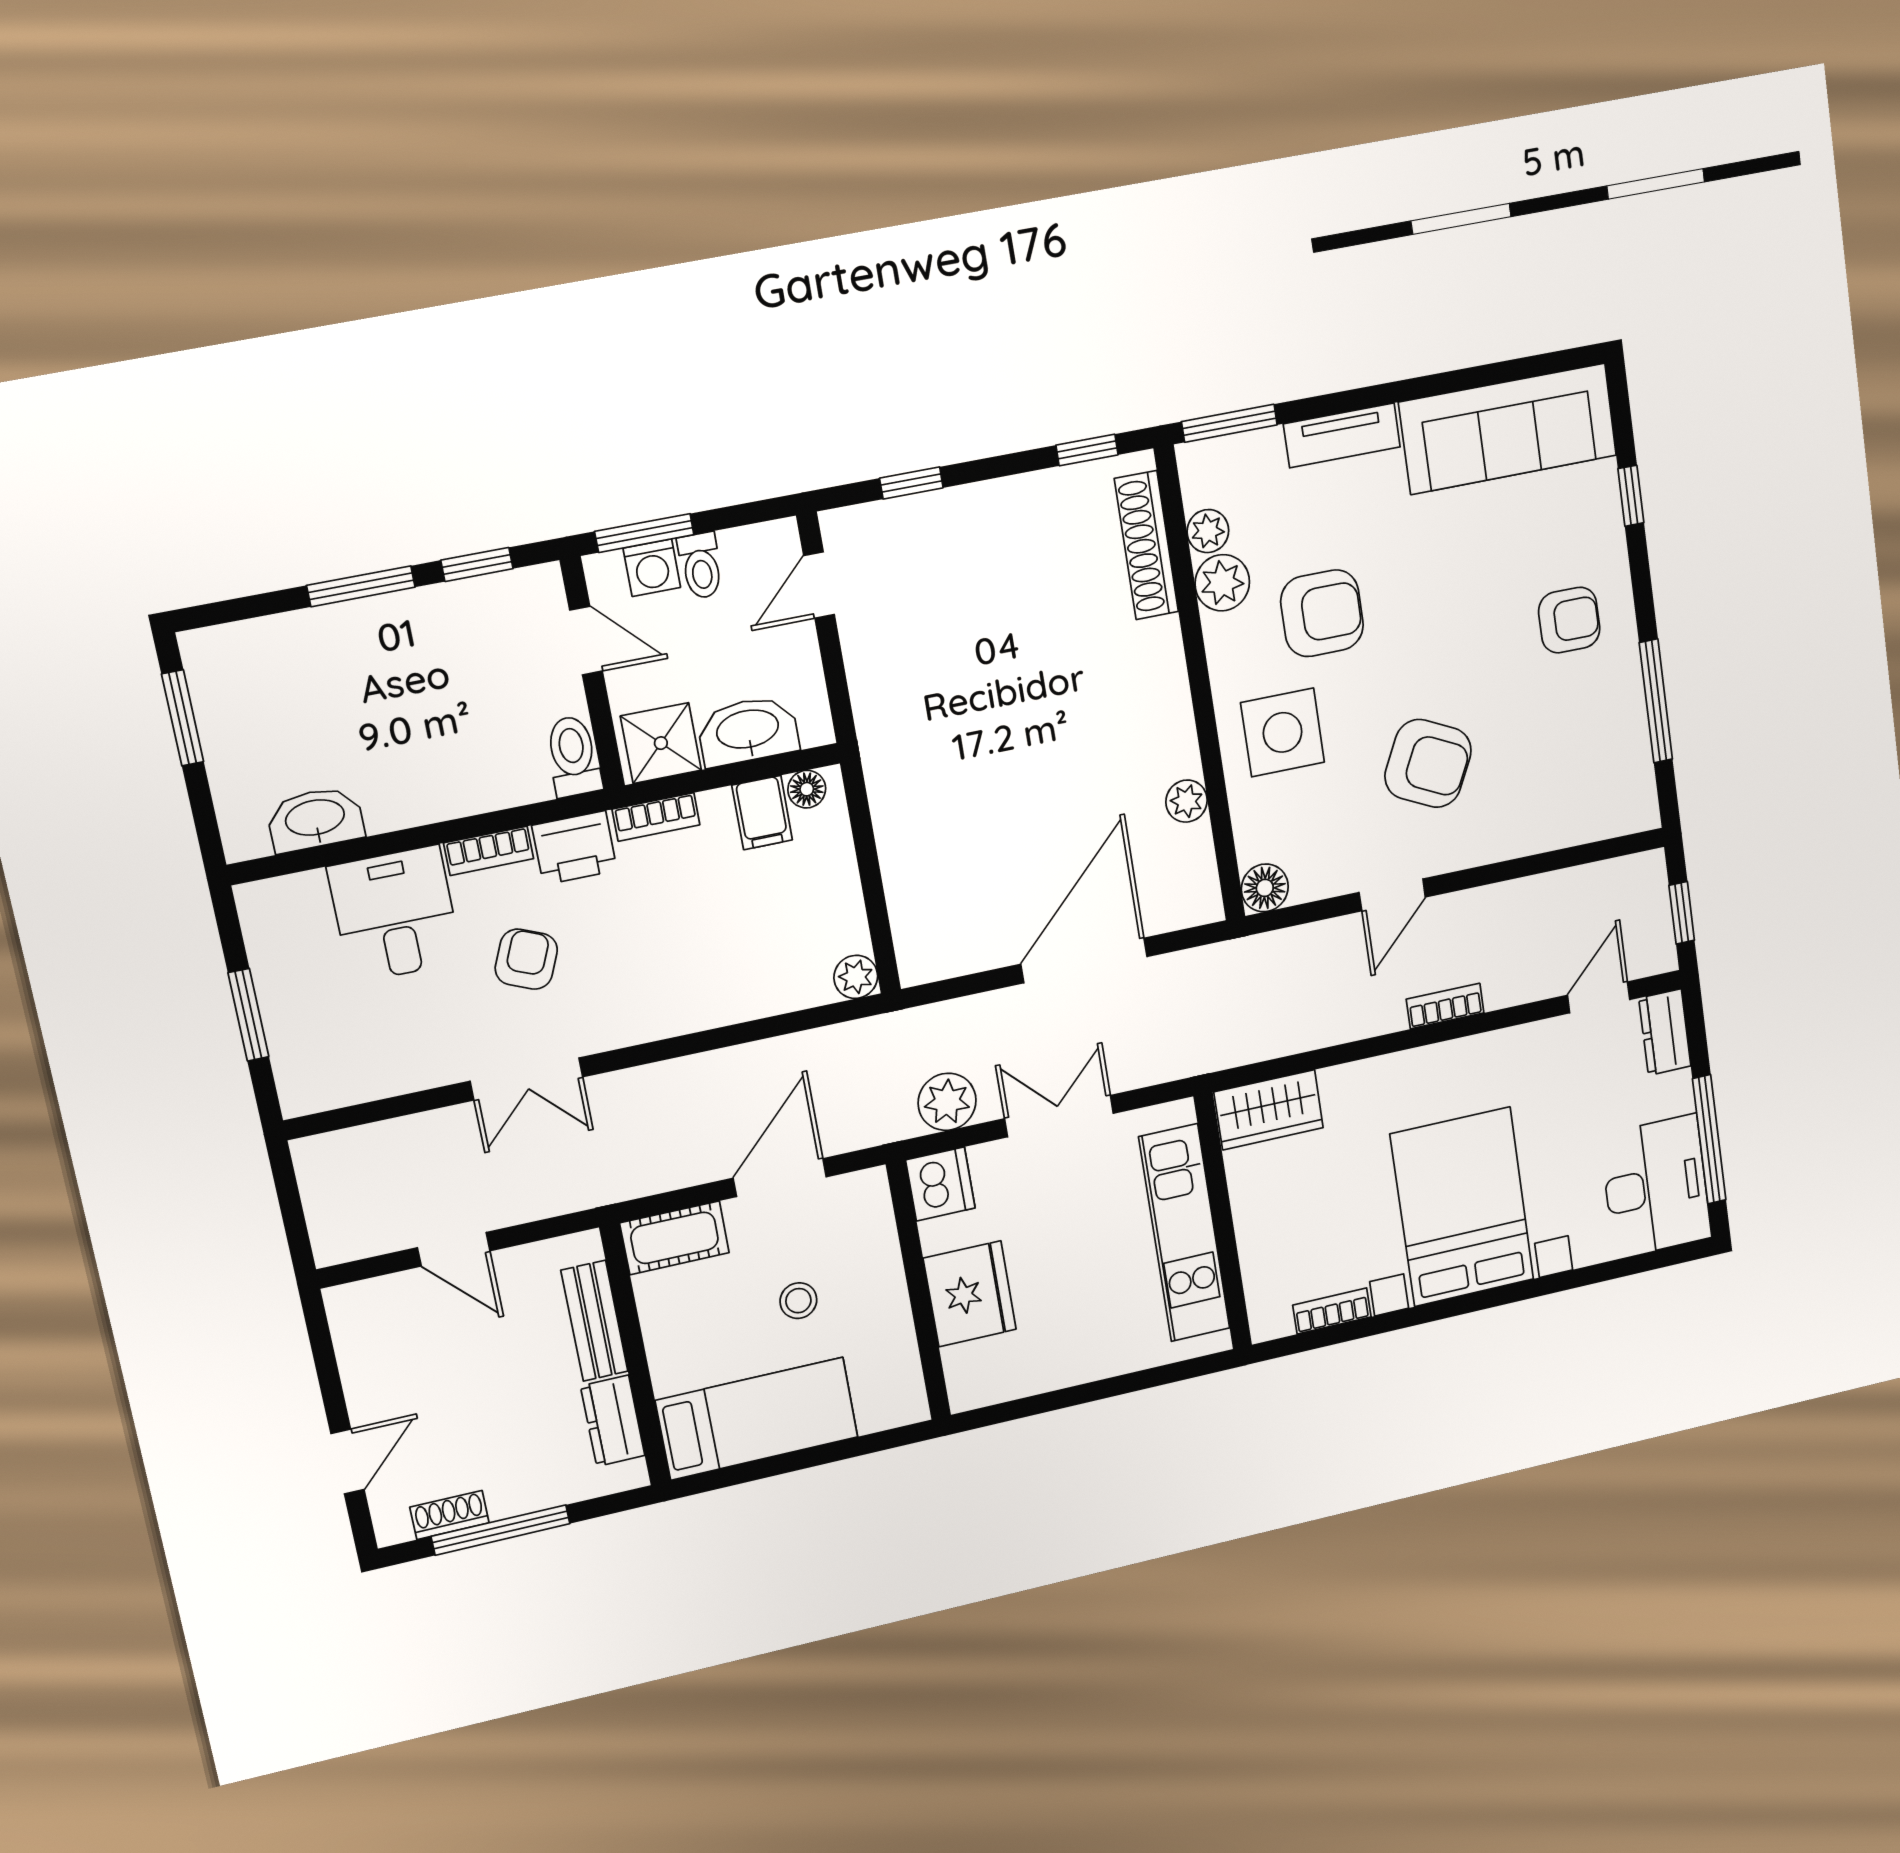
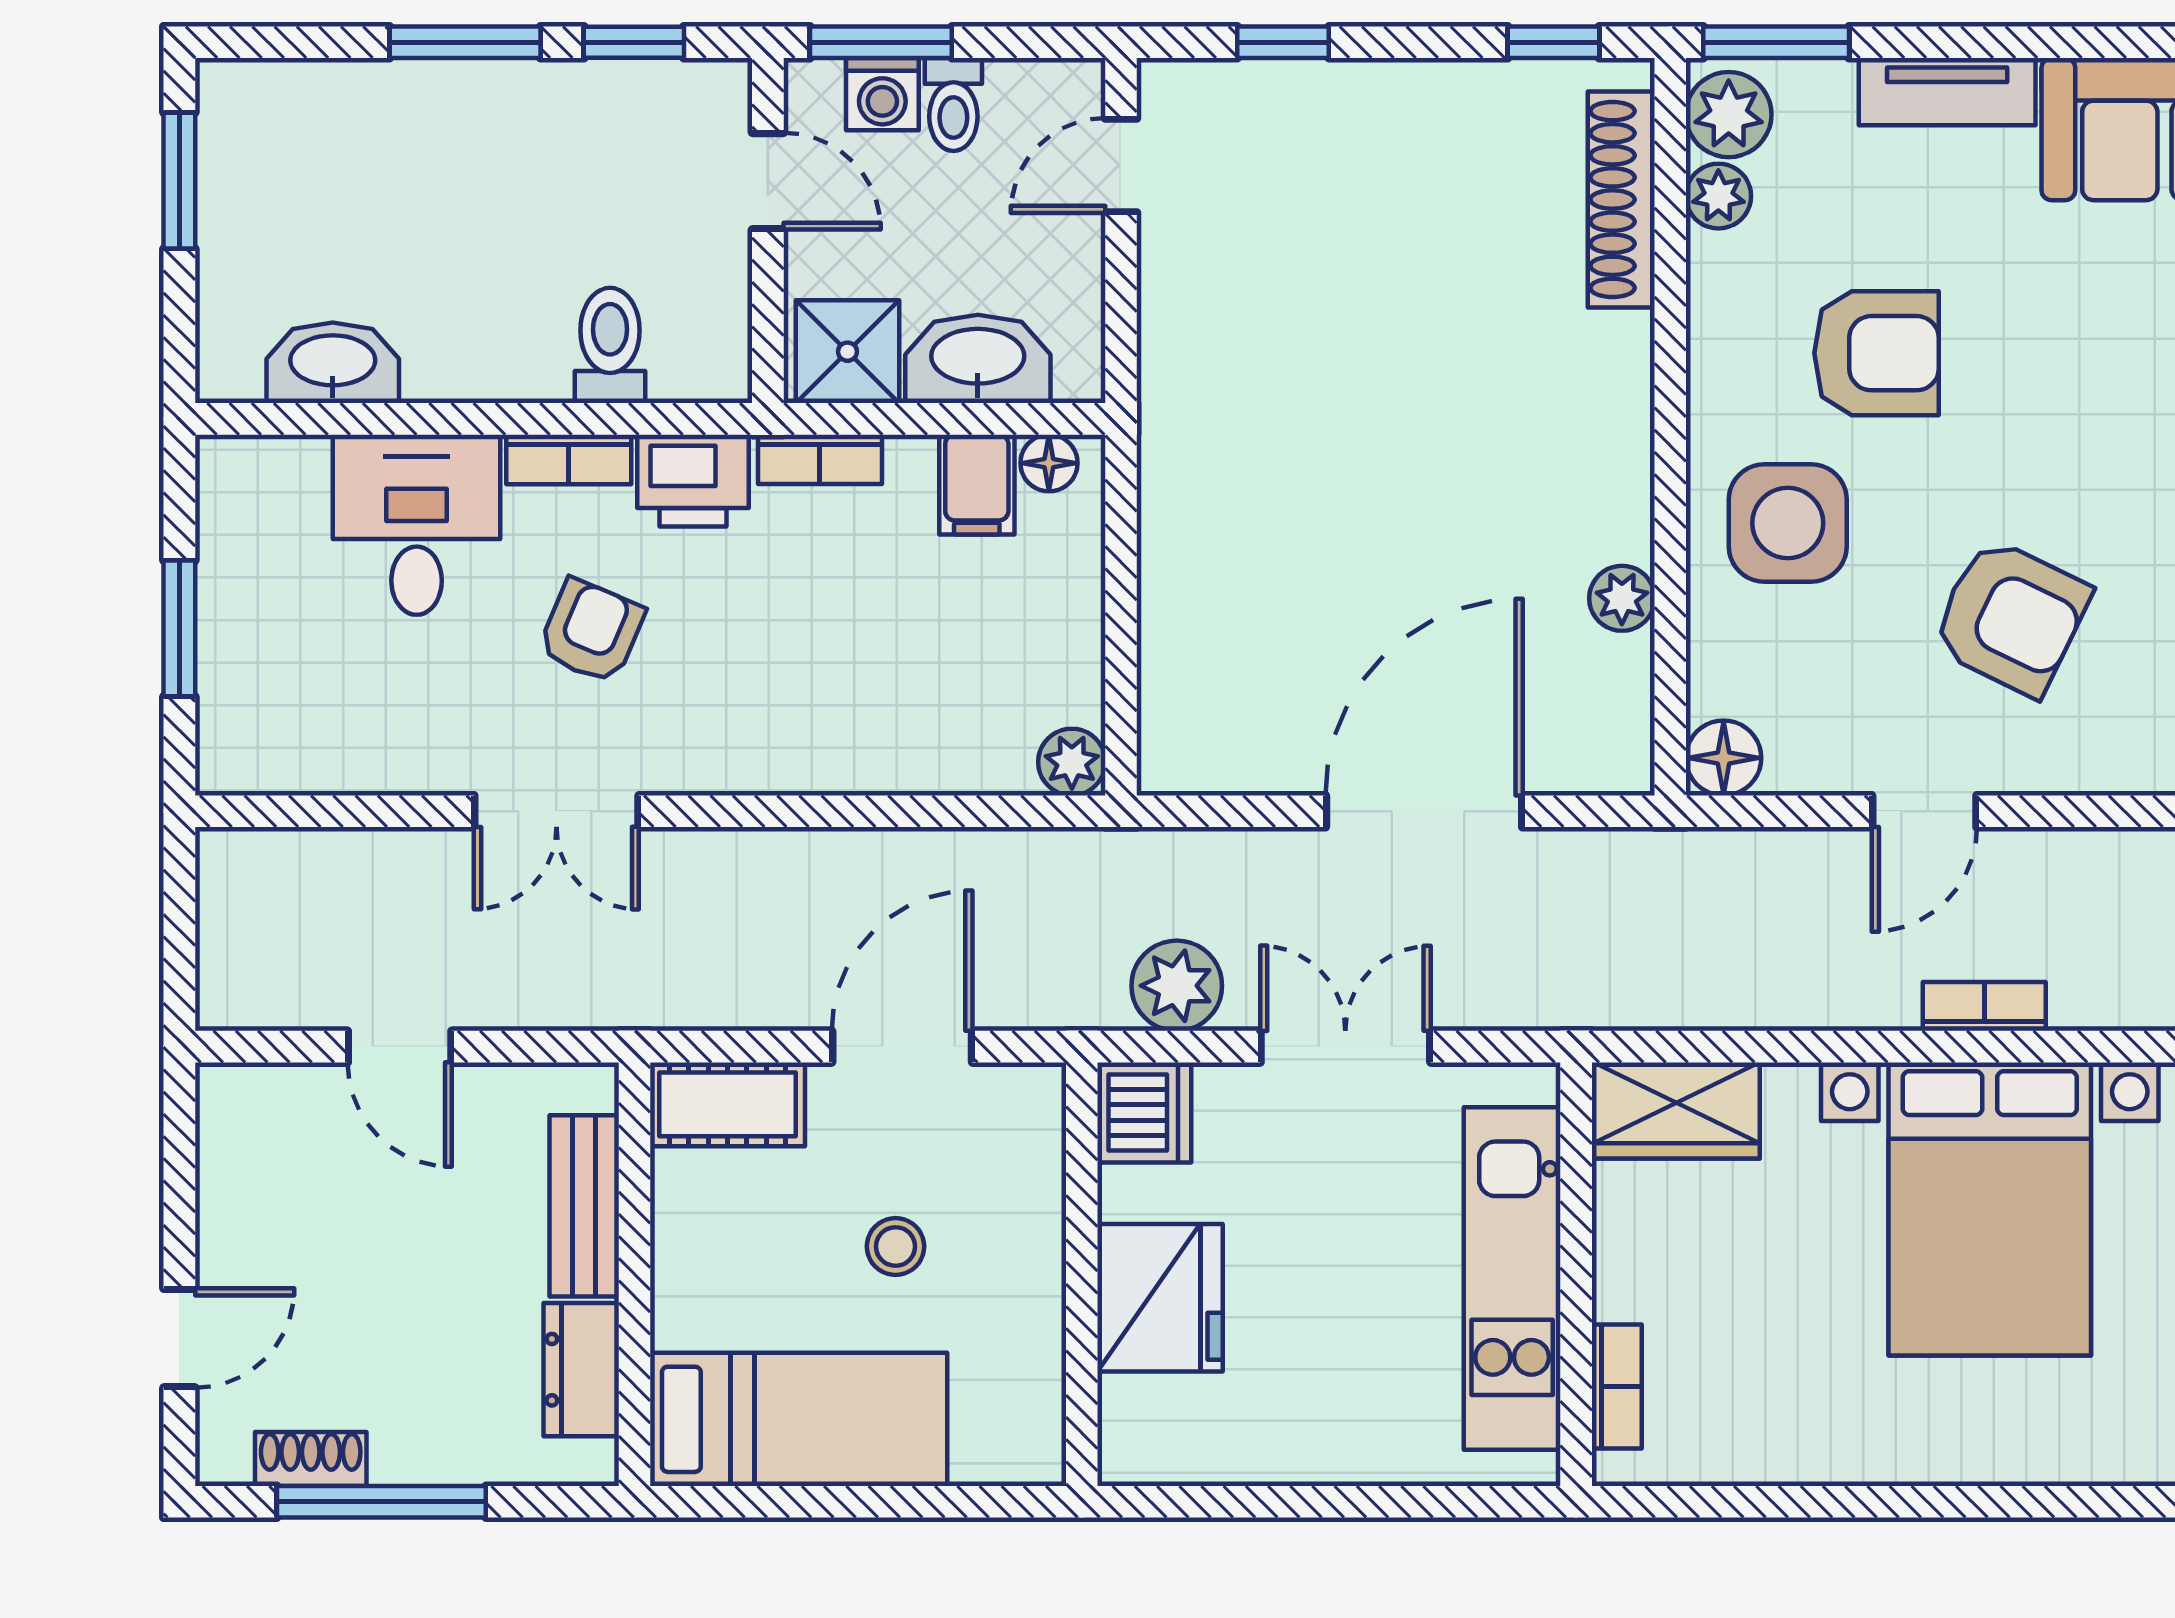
plant: (1222, 583) -> (1729, 115), moved
toilet: (573, 756) -> (610, 345), moved
bed with nightstands: (1462, 1207) -> (1990, 1209), moved, turned 180
bookcase: (1332, 1311) -> (1617, 1387), moved, turned 90

